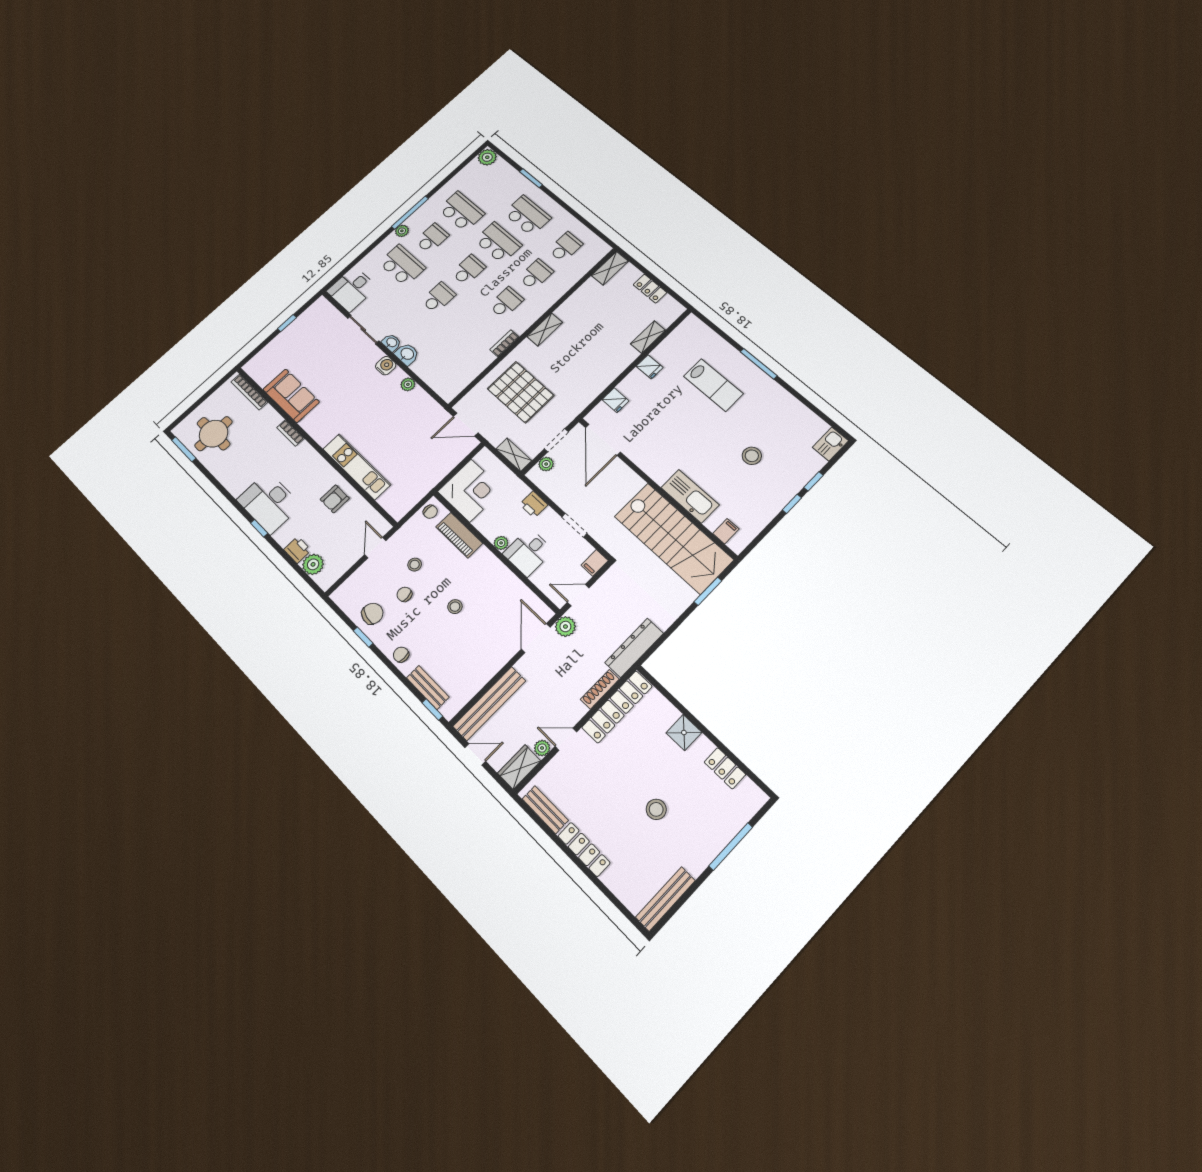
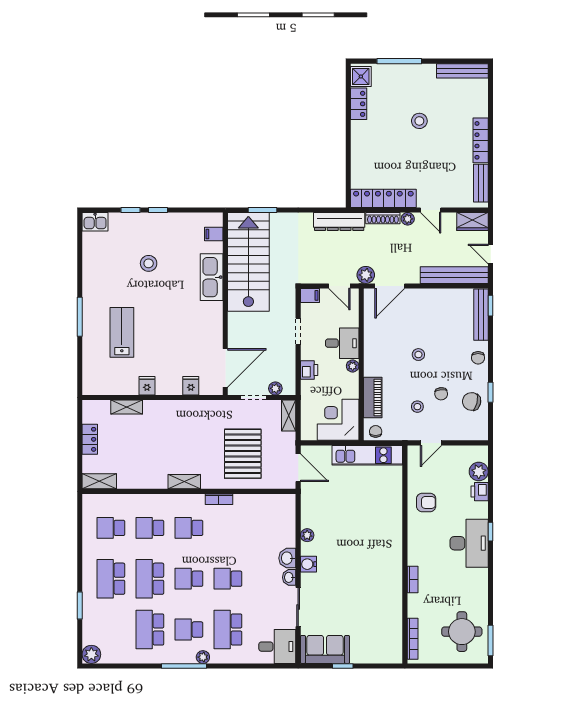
sofa: (291, 396) -> (325, 649), moved, turned 90
kitchen unit: (357, 467) -> (367, 455), moved, turned -90
bench: (428, 687) -> (481, 315), width x1.36
shower: (684, 733) -> (361, 77), moved
plant: (542, 748) -> (408, 219), moved

